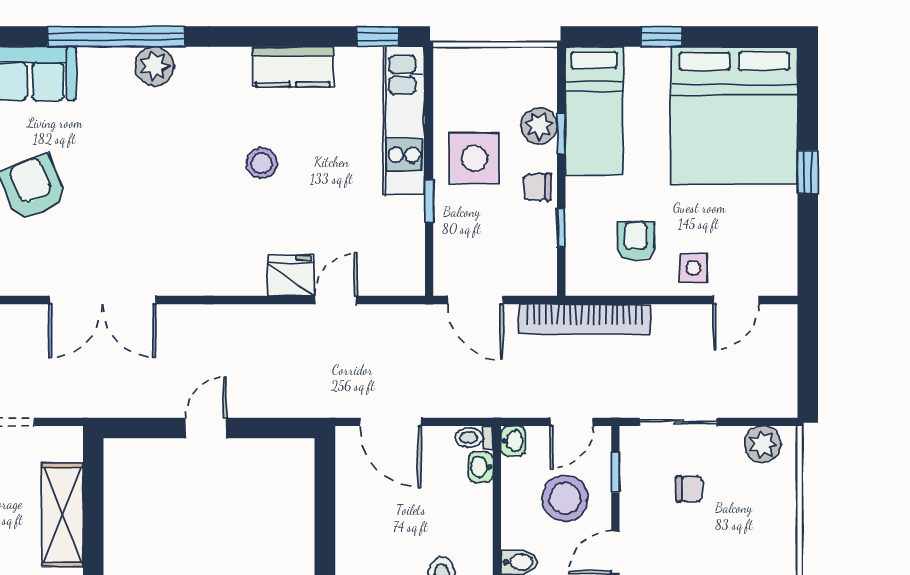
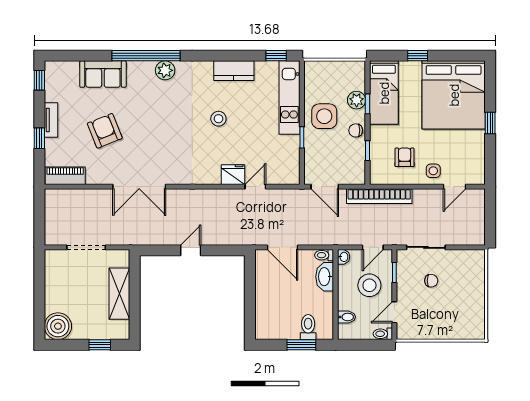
plant: (763, 444) -> (468, 258), removed
washbasin: (481, 467) -> (325, 277), width x1.91, depth x1.45

